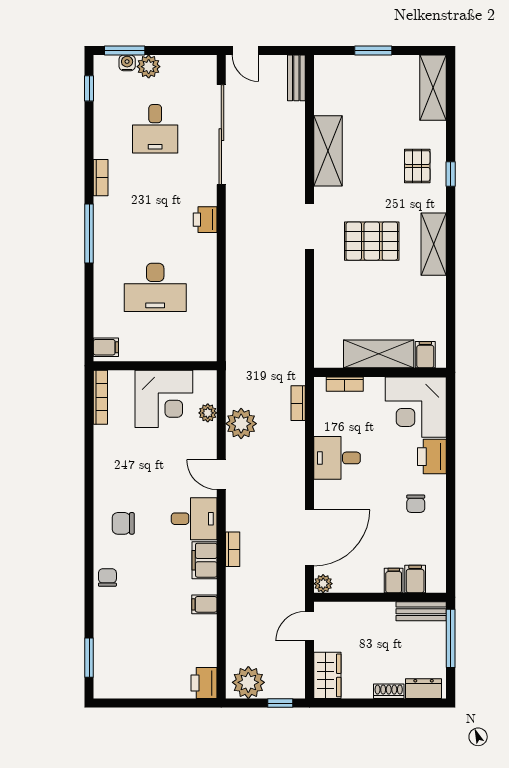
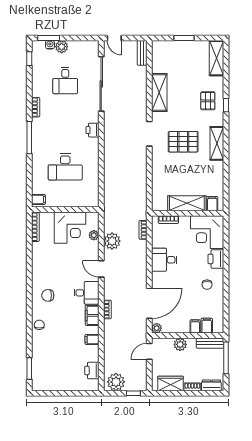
plant: (366, 613) -> (180, 344), added
wardrobe: (327, 675) -> (170, 383), moved, turned -90
printer: (204, 683) -> (92, 371), moved

